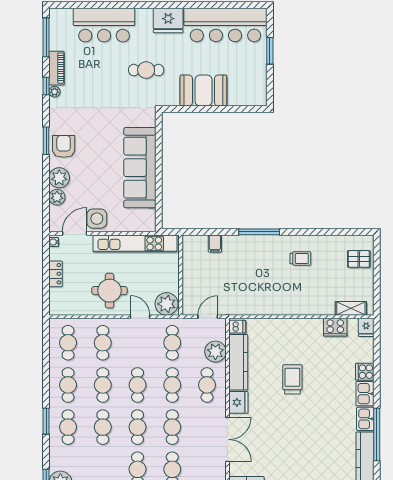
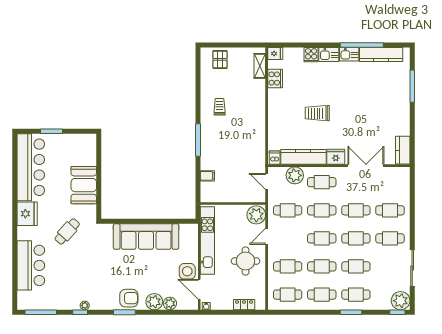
piano: (57, 68) -> (66, 304), removed
cafe table: (146, 70) -> (67, 231), turned 42
armchair: (64, 146) -> (129, 298), turned 180
locker: (56, 274) -> (244, 305), moved

